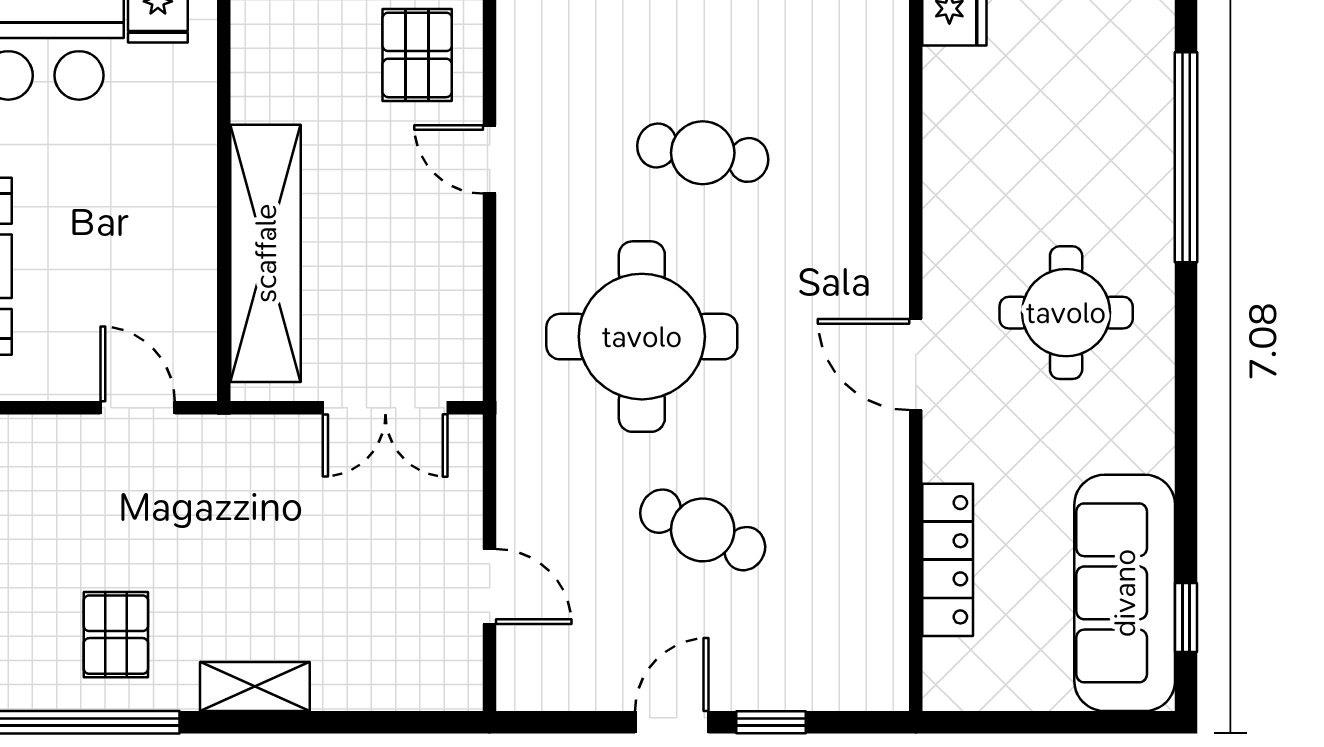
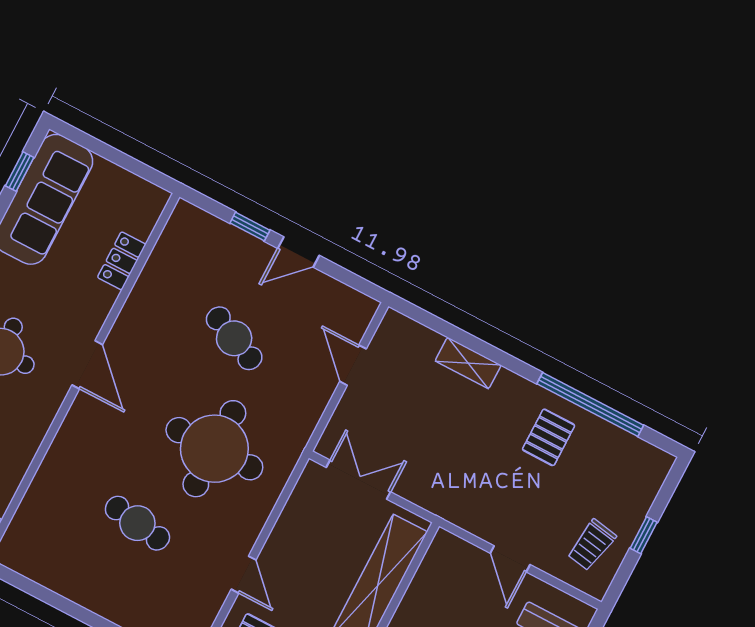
door: (138, 408) -> (510, 559), moved
locker: (948, 560) -> (122, 261), width x0.66
shelving: (255, 686) -> (468, 363), moved

